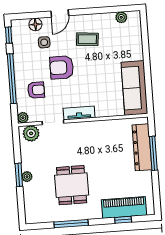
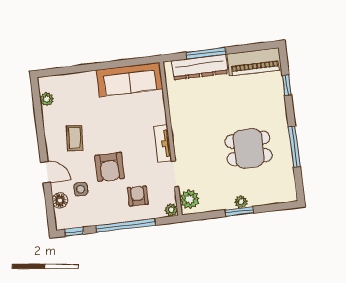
piano: (124, 207) -> (254, 62), moved, turned -90

